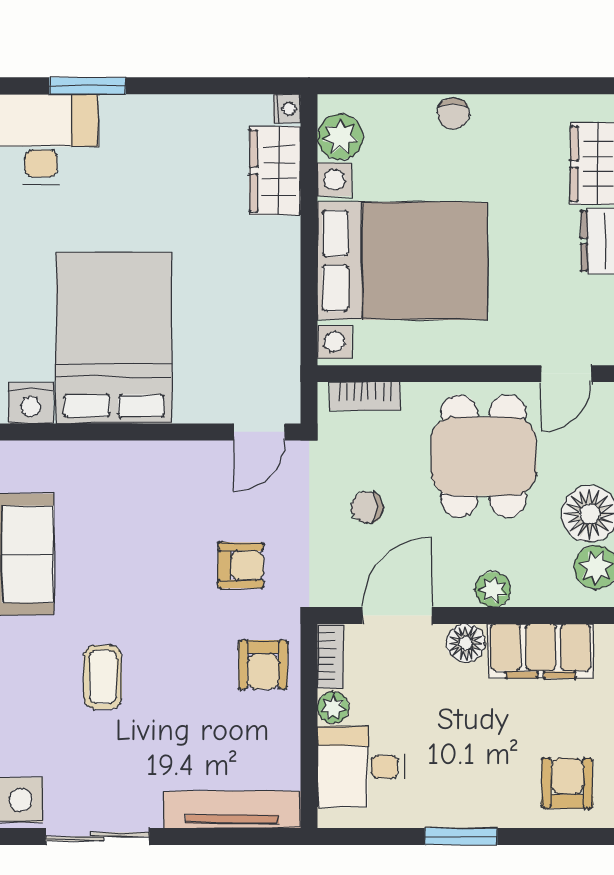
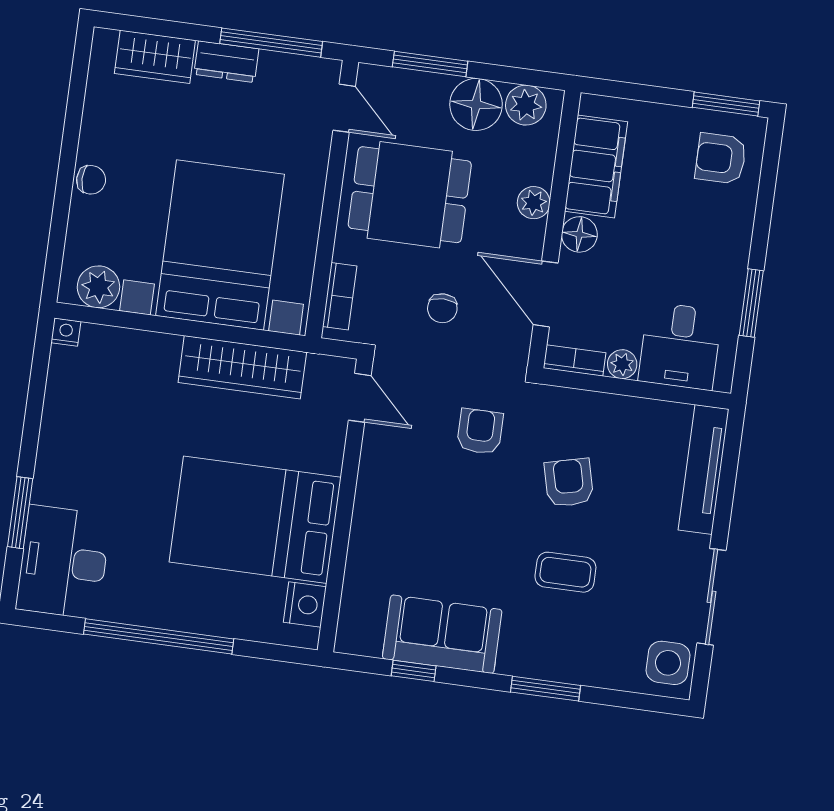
wardrobe: (275, 171) -> (242, 367), moved, width x1.50
armchair: (263, 665) -> (569, 483), moved, turned -104
window: (461, 837) -> (751, 303), moved

